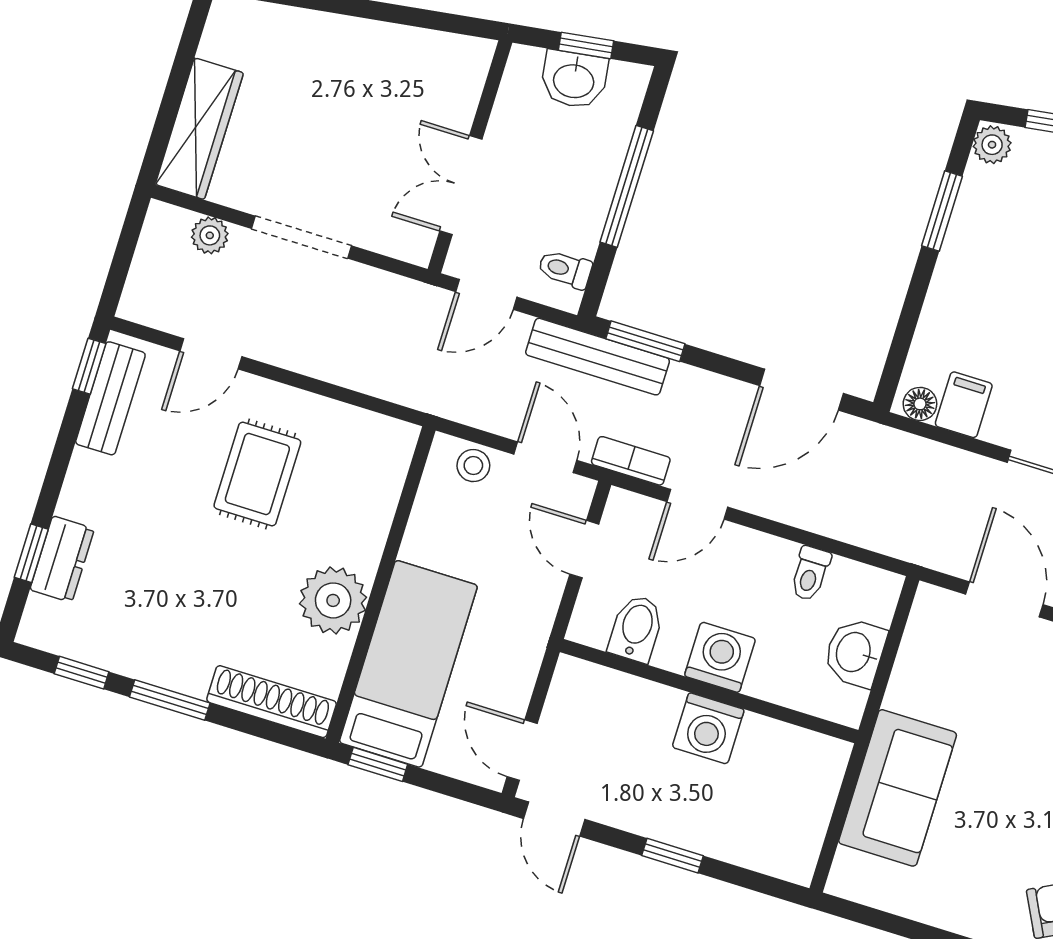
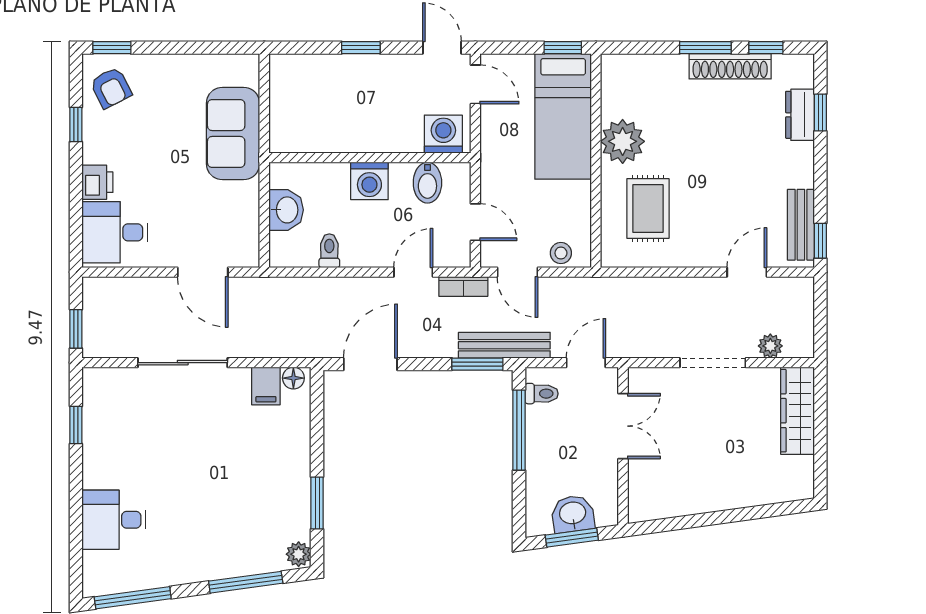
window: (586, 45) -> (572, 538), width x1.50
window: (627, 186) -> (519, 430), moved
rug: (257, 474) -> (648, 209), moved
shoe rack: (272, 702) -> (730, 66), moved
washing machine: (708, 728) -> (443, 134), moved

